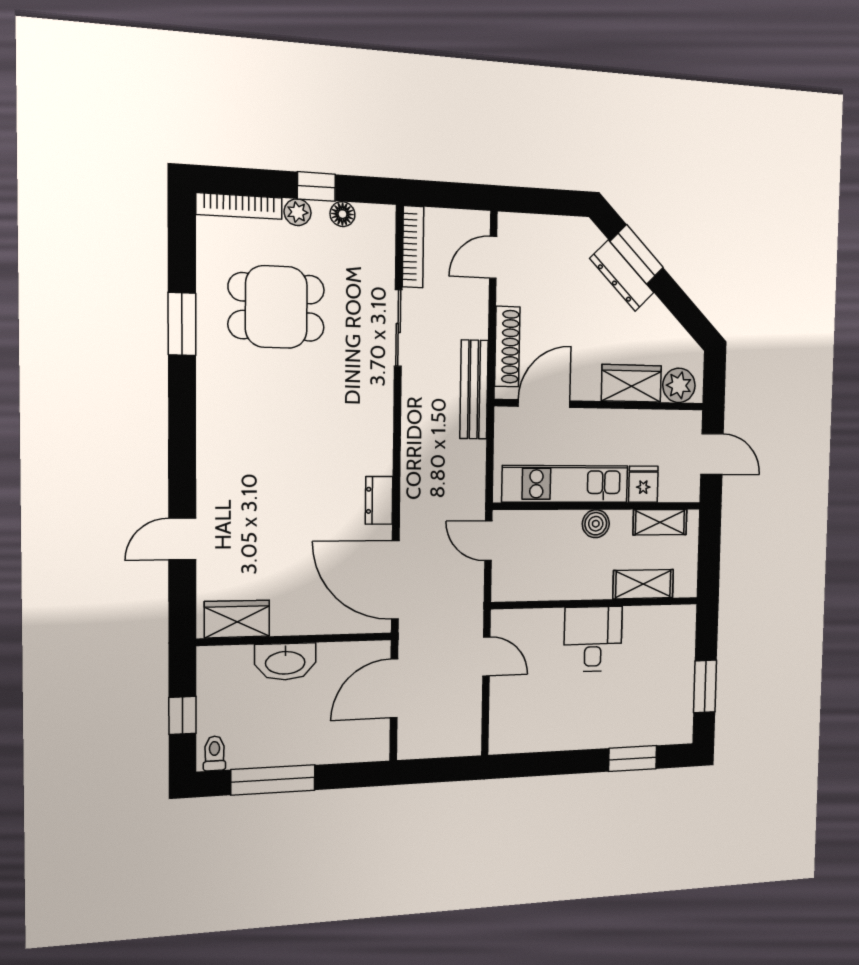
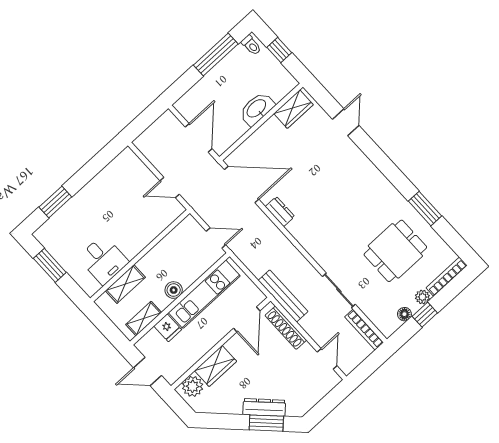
desk: (593, 639) -> (103, 260), moved

